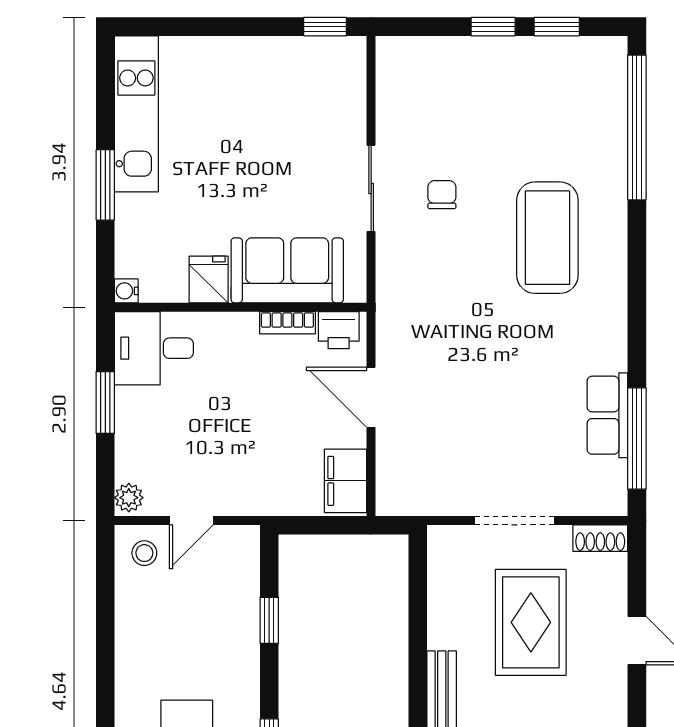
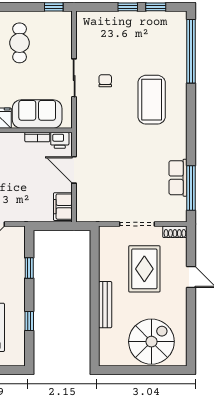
cafe table: (247, 109) -> (20, 43), added

